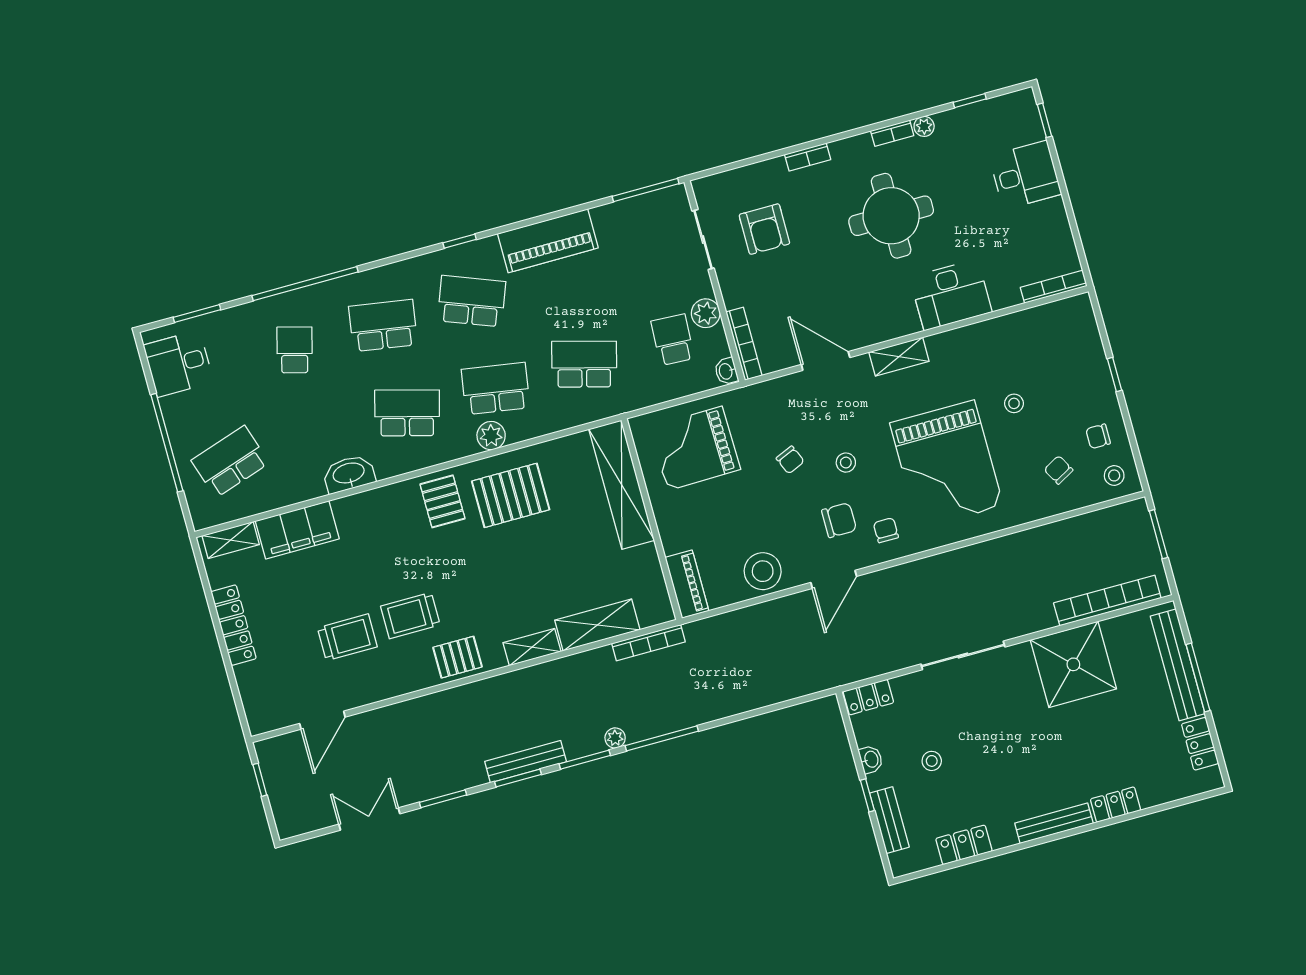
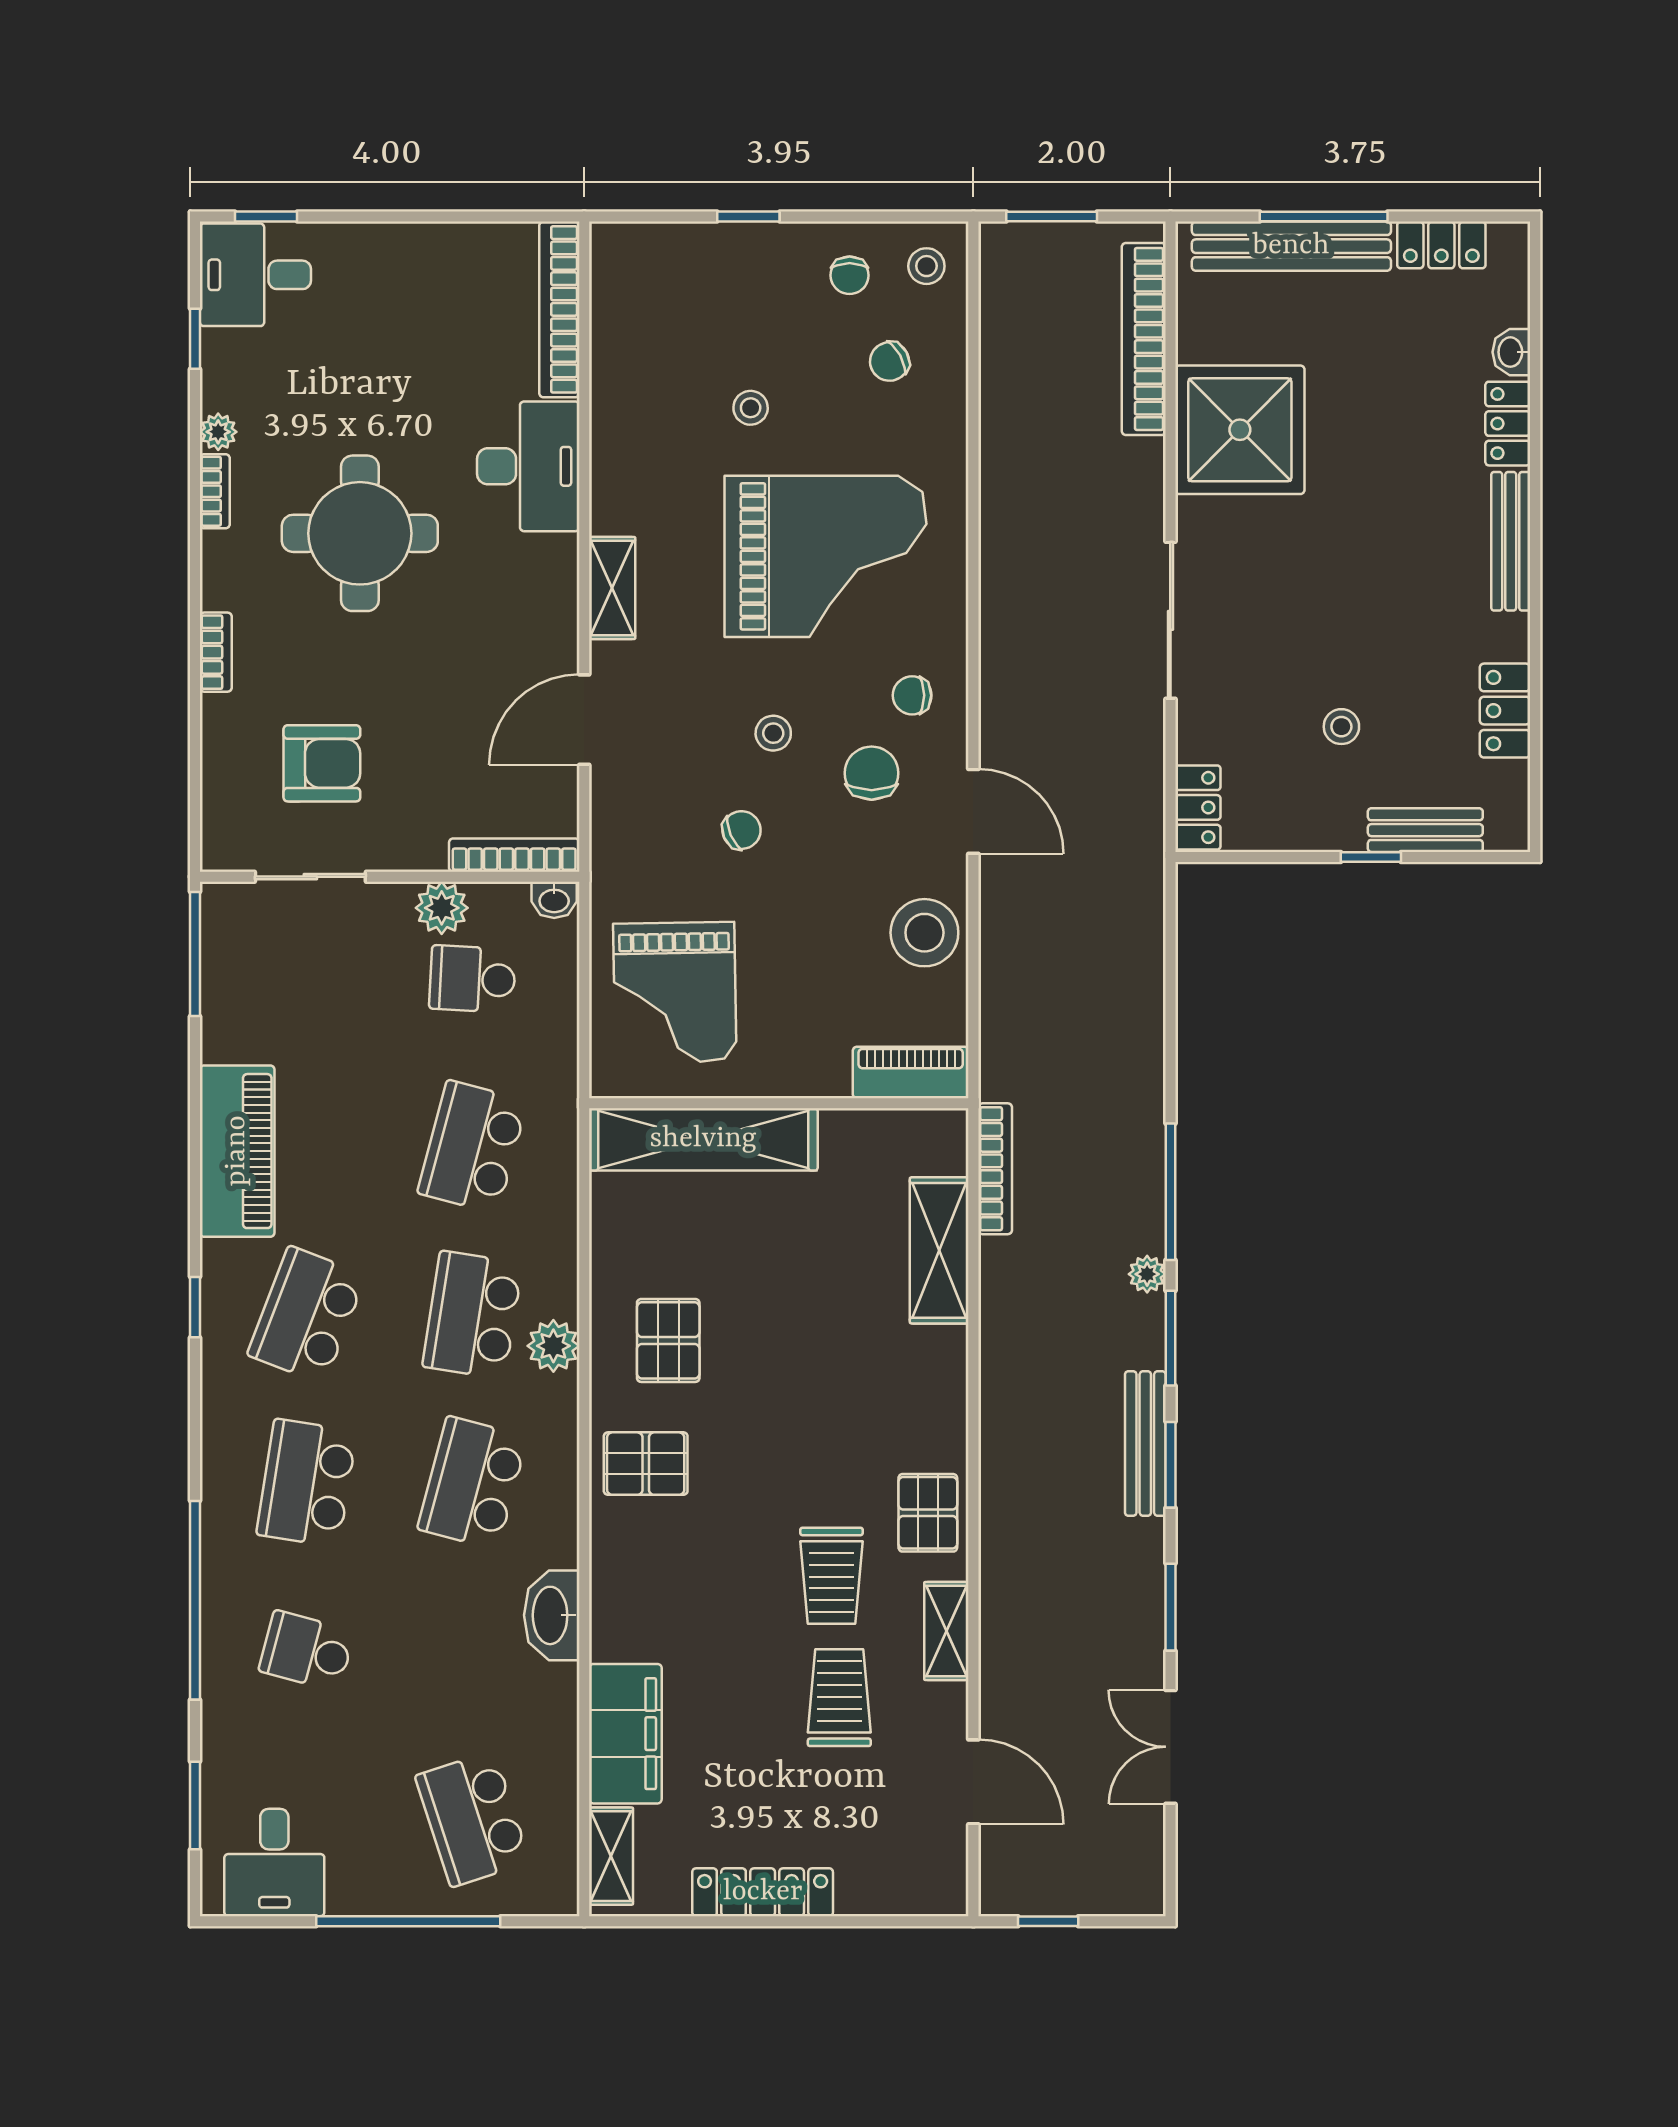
desk: (1025, 175) -> (255, 275), moved, turned -90
bookcase: (1054, 287) -> (559, 309), width x1.48, depth x1.31
pallet: (511, 495) -> (668, 1340), width x0.67, depth x0.71
shelving: (532, 647) -> (946, 1631), moved
washbasin: (871, 759) -> (1511, 352), moved, turned -90

